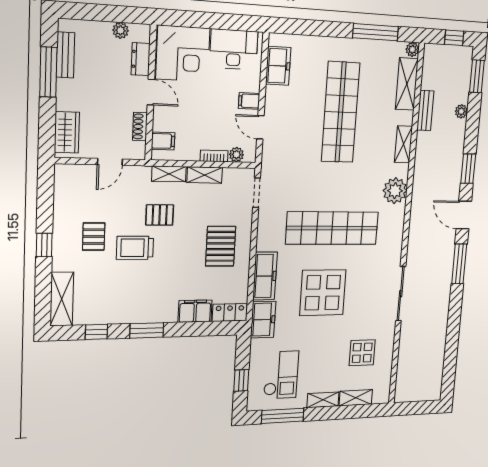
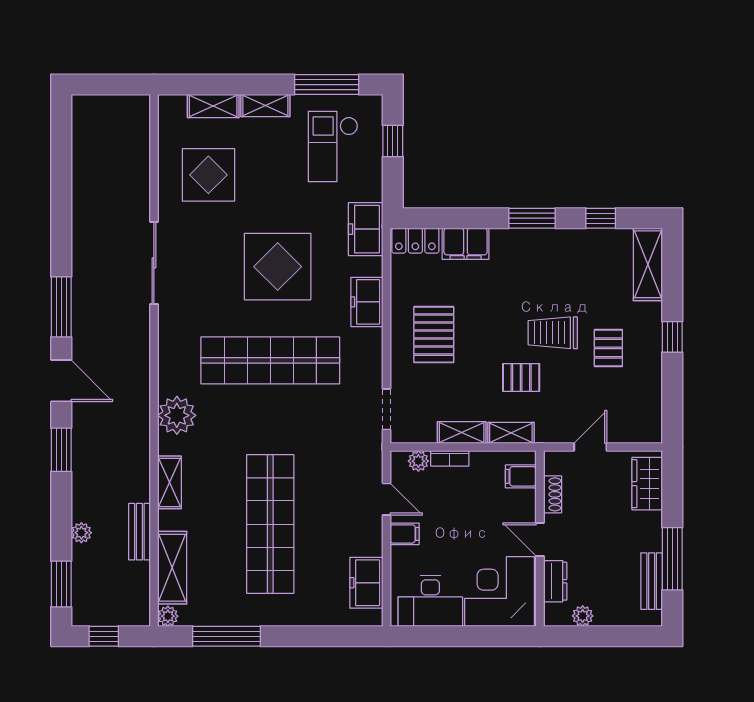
trolley: (135, 248) -> (553, 333), turned 180
freezer: (265, 276) -> (367, 302), width x0.71
display table: (362, 353) -> (208, 175), width x1.36, depth x1.36

